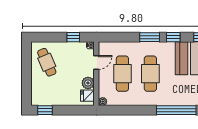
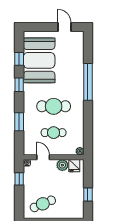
window: (150, 37) -> (19, 122), moved
cafe table: (122, 74) -> (54, 133), width x0.73, depth x0.74
window: (45, 110) -> (88, 194), moved

